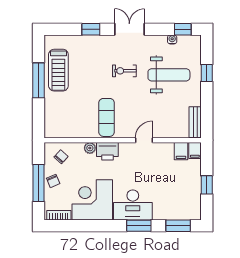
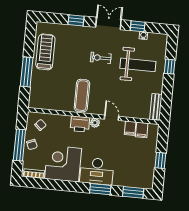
window: (183, 29) -> (138, 26), moved
treadmill: (58, 70) -> (45, 52), turned 180
window: (39, 80) -> (27, 72), moved
door: (144, 140) -> (111, 118), hinge flipped
plant: (90, 148) -> (95, 123), moved
filing cabinet: (195, 150) -> (130, 128), moved

